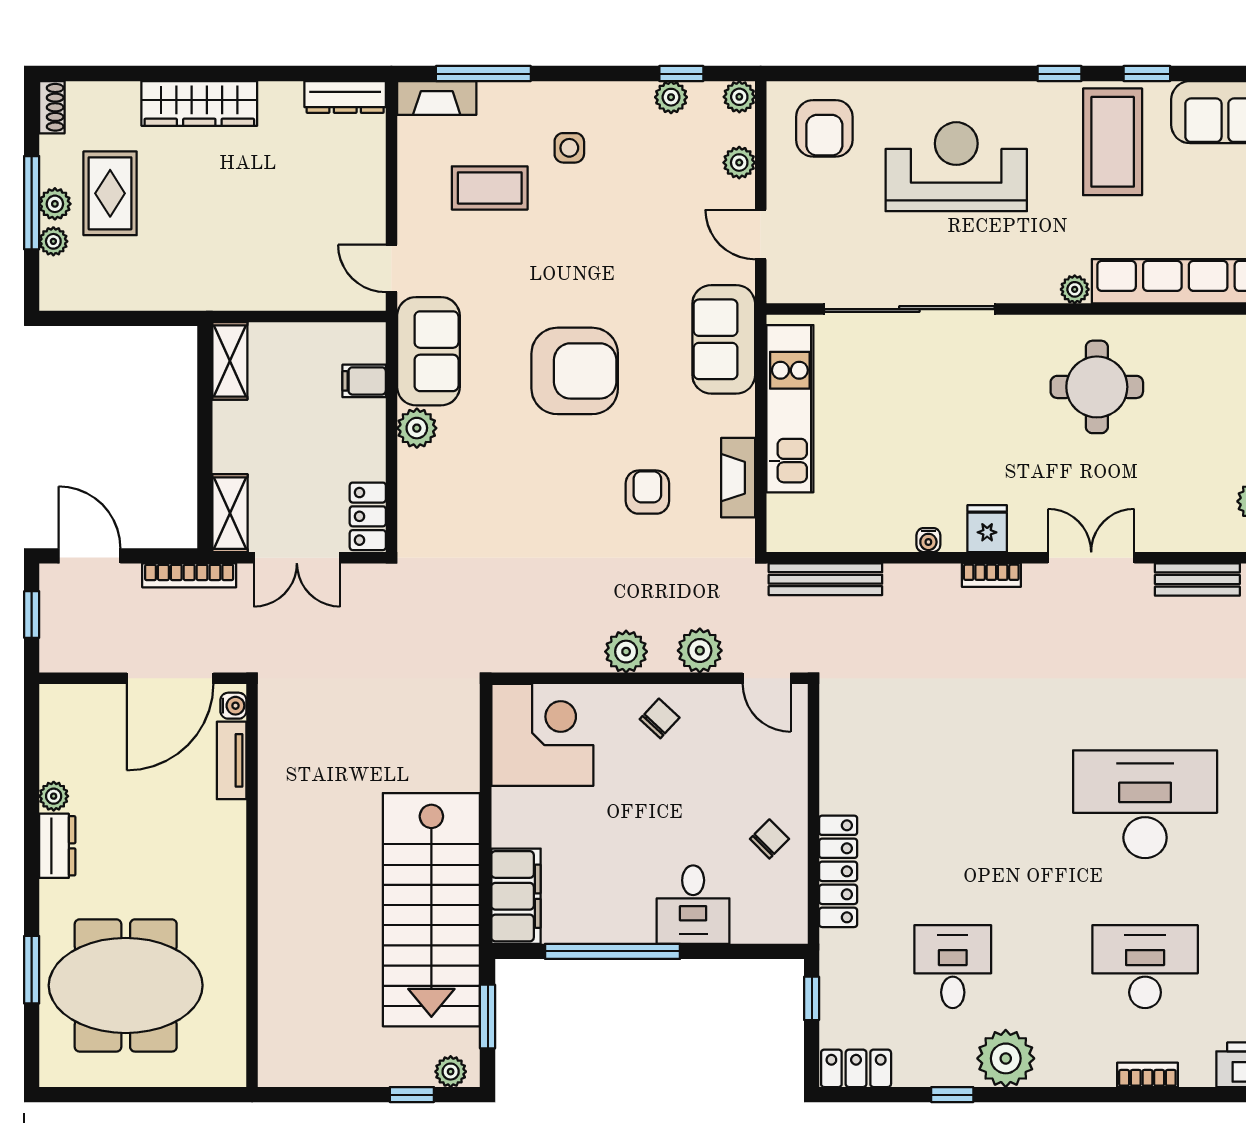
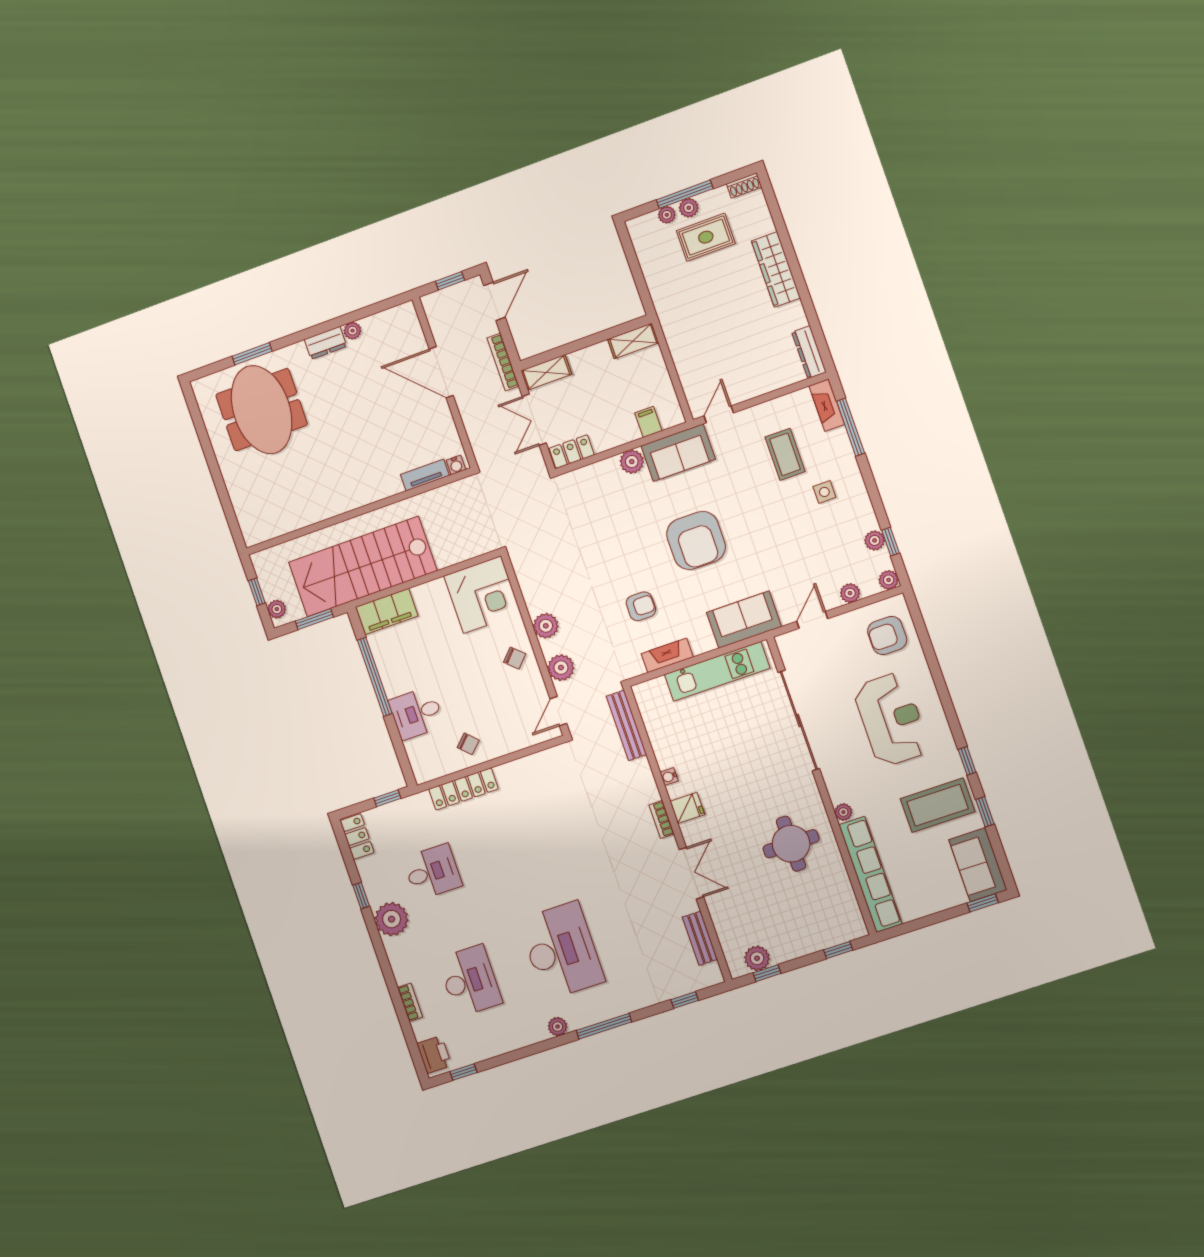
water cooler: (233, 706) -> (456, 465), moved
tv unit: (232, 760) -> (425, 475), moved
wall: (252, 885) -> (359, 512), moved

